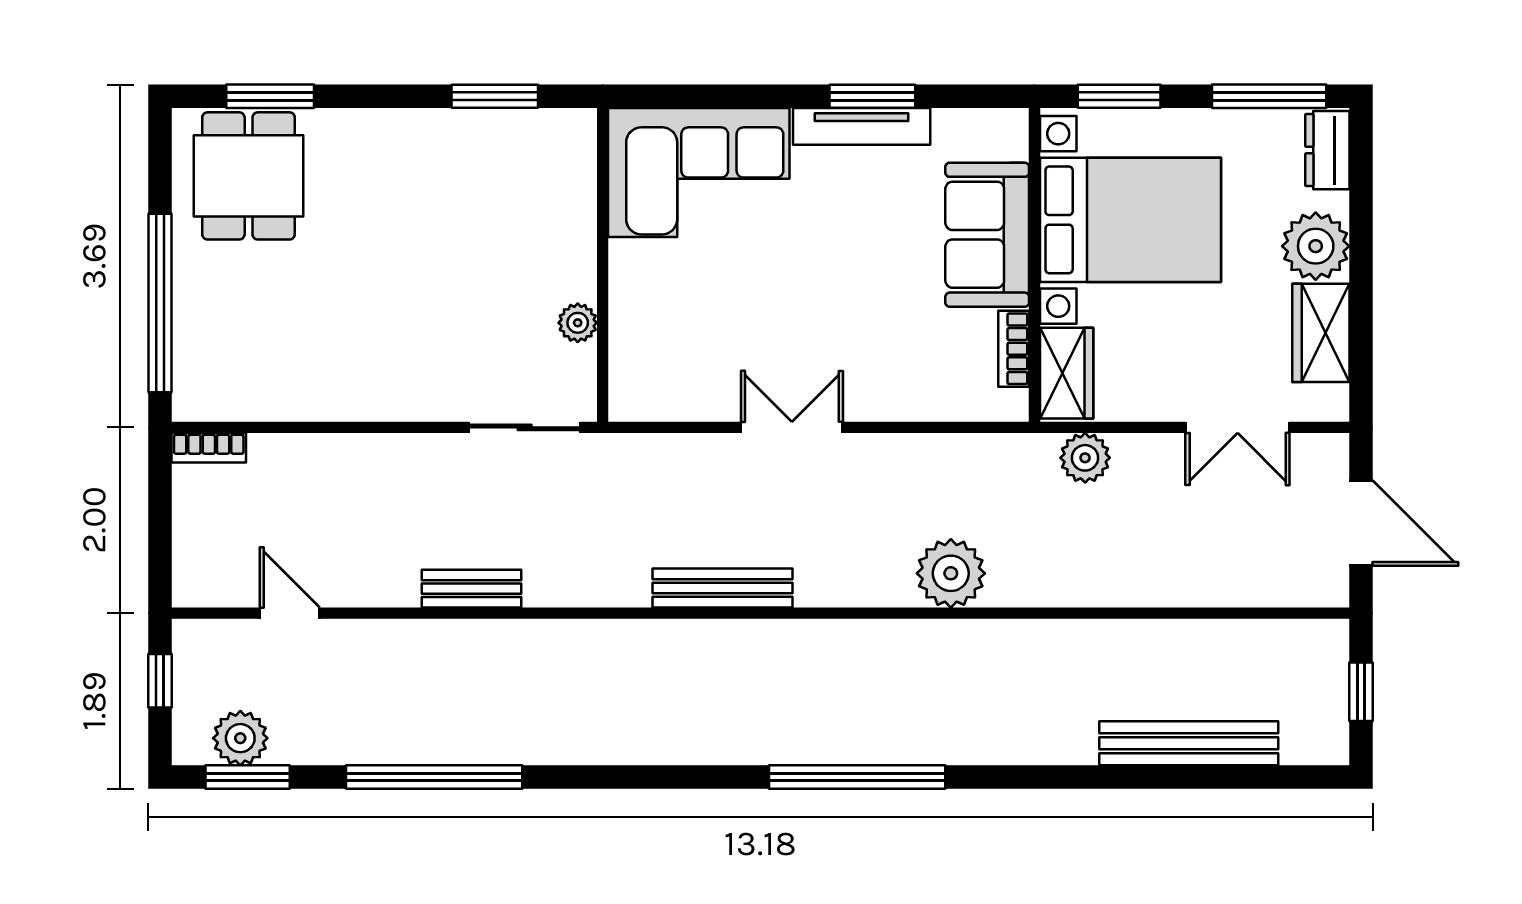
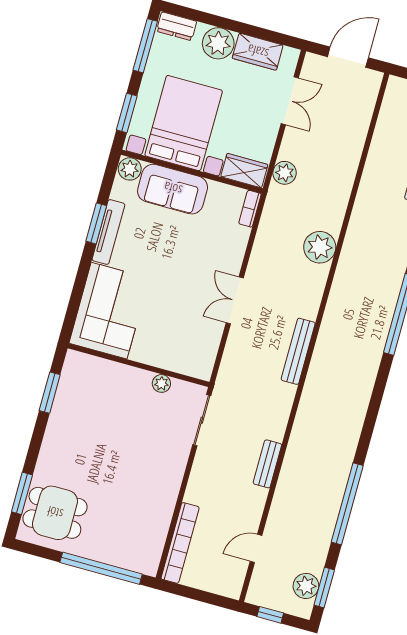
plant: (1005, 134) -> (130, 169), added
bookcase: (1014, 349) -> (250, 209), moved, turned 90
bookcase: (209, 448) -> (180, 543), width x2.31, depth x1.31

